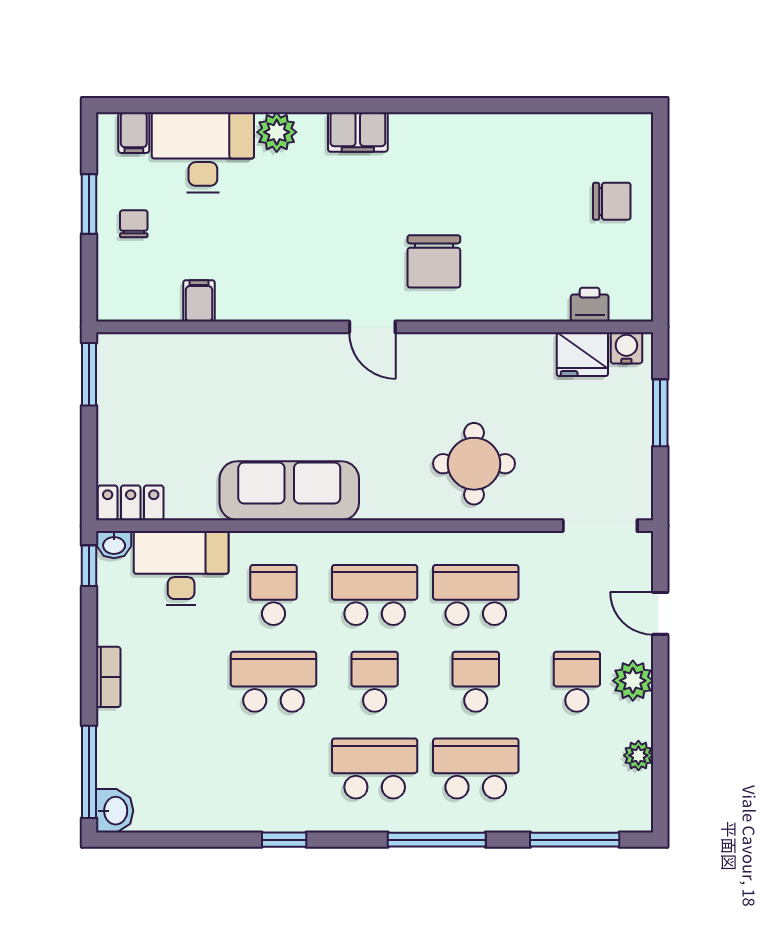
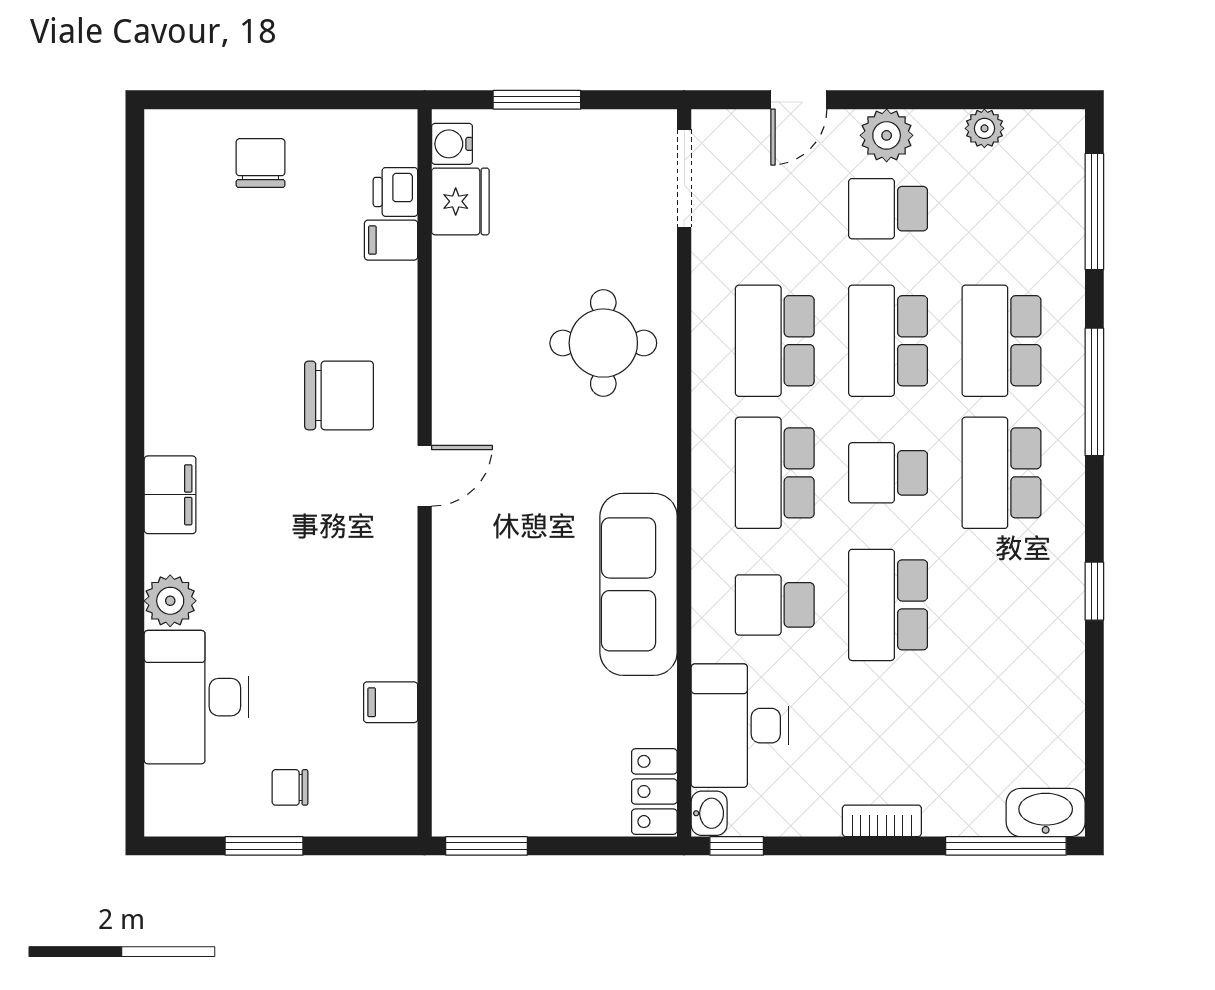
filing cabinet: (134, 133) -> (391, 240), moved, turned 180
school desk: (476, 682) -> (888, 341), width x1.85
washbasin: (115, 811) -> (1046, 813), width x1.38

